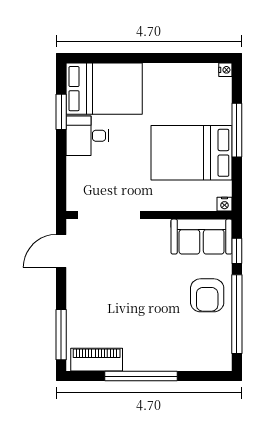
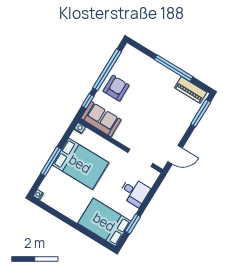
desk: (87, 136) -> (134, 192), moved
doorway: (109, 215) -> (140, 158), width x0.73

